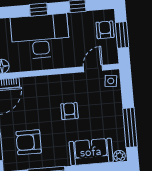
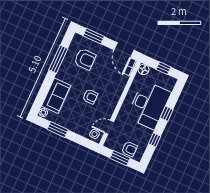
door: (93, 68) -> (109, 127), swing flipped
window: (130, 128) -> (58, 130), width x0.69
armchair: (29, 142) -> (85, 59), turned 90

